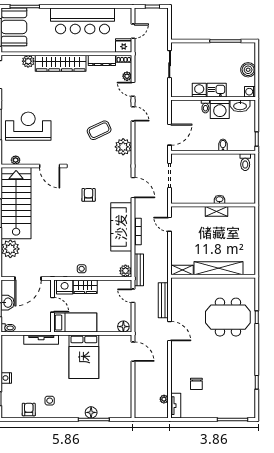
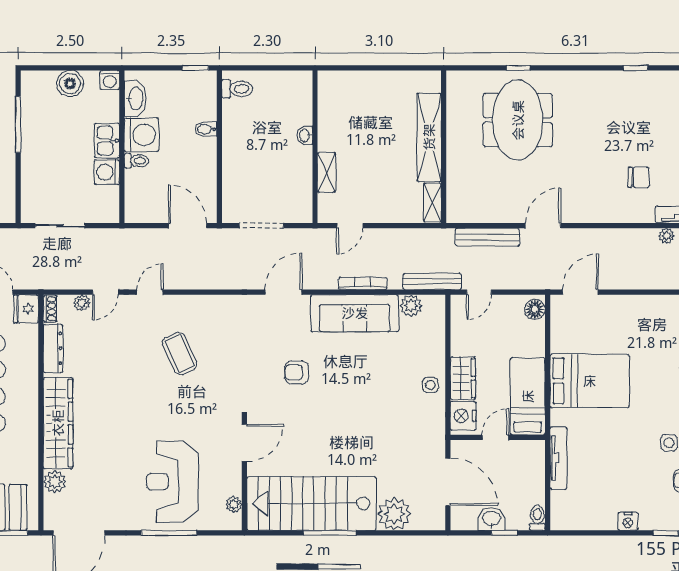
plant: (123, 147) -> (209, 310), removed
shelving: (217, 211) -> (326, 172), moved
plant: (125, 271) -> (411, 306), moved

